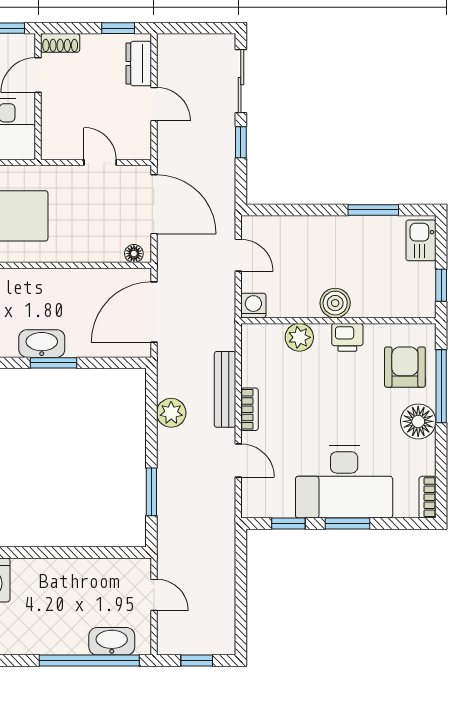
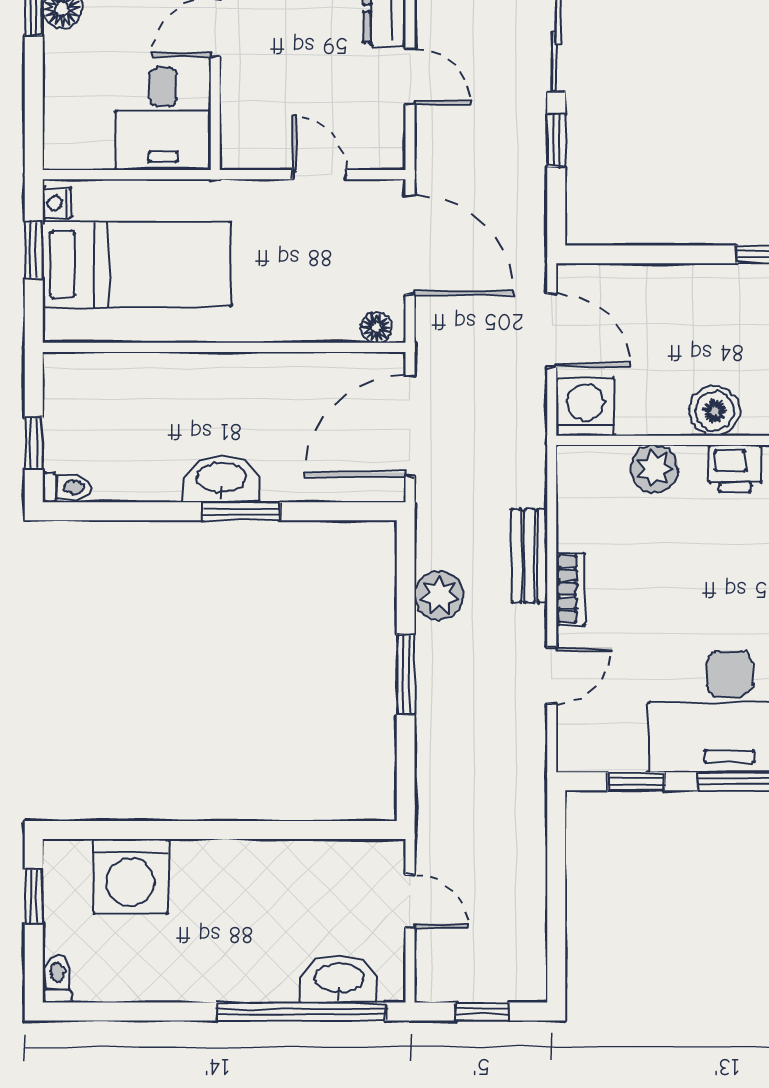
door: (238, 255) -> (552, 330), width x1.38
washing machine: (253, 306) -> (585, 407), width x1.38, depth x1.38
bench: (225, 389) -> (529, 556), width x0.73
door: (238, 460) -> (552, 675), hinge flipped
window: (151, 492) -> (406, 674), moved

